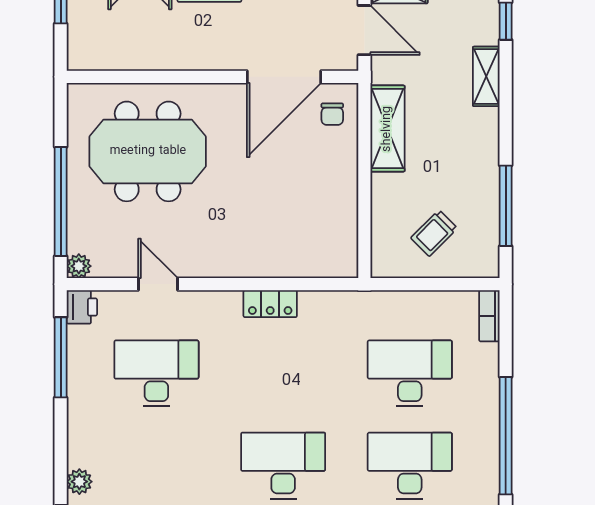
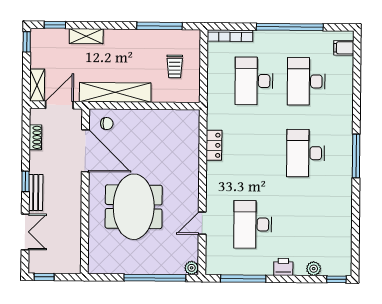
shelving: (387, 129) -> (115, 92), width x1.47
meeting table: (148, 151) -> (134, 207), moved
trolley: (434, 233) -> (175, 66), turned 45
locker: (270, 304) -> (214, 145), moved
printer: (82, 307) -> (283, 267), moved
bookcase: (489, 316) -> (230, 36), width x1.56

